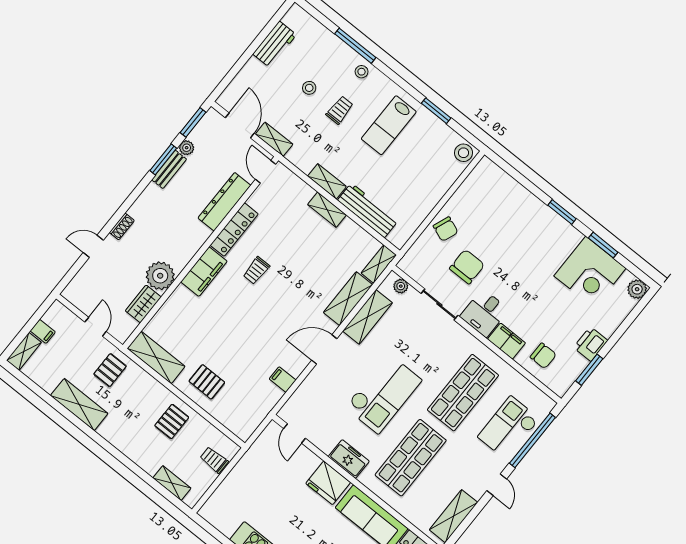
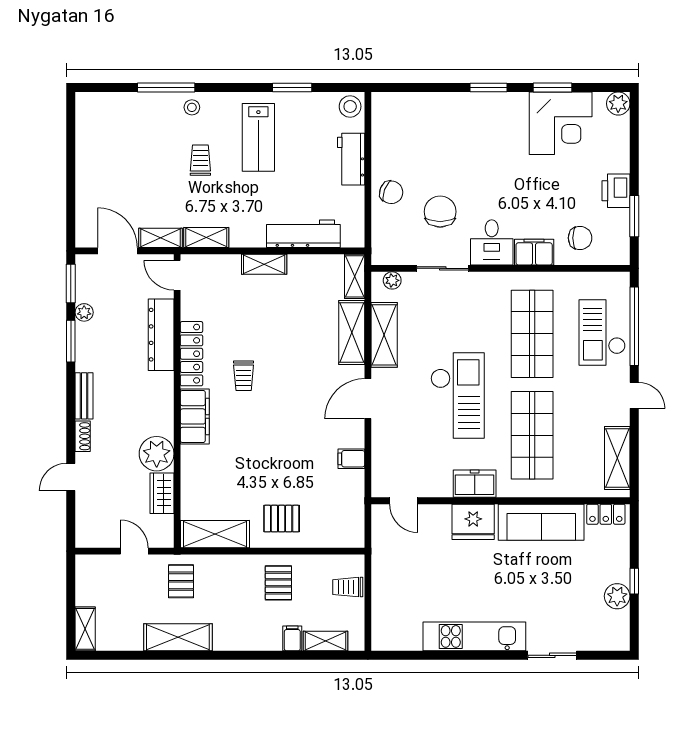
workbench: (275, 44) -> (351, 159), moved, turned 180
stool: (309, 88) -> (155, 162), removed
bench: (169, 169) -> (84, 396), moved
shelving: (327, 181) -> (206, 237), moved
filing cabinet: (43, 331) -> (292, 638), moved, turned -90

